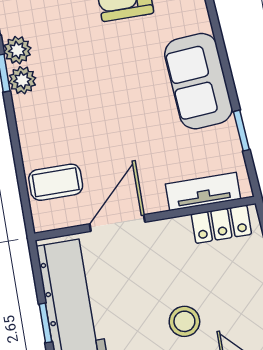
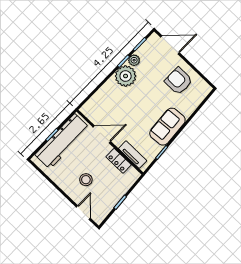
plant: (22, 80) -> (126, 76), width x1.87, depth x1.87
coffee table: (56, 182) -> (100, 104), removed
locker: (221, 224) -> (119, 161), moved

